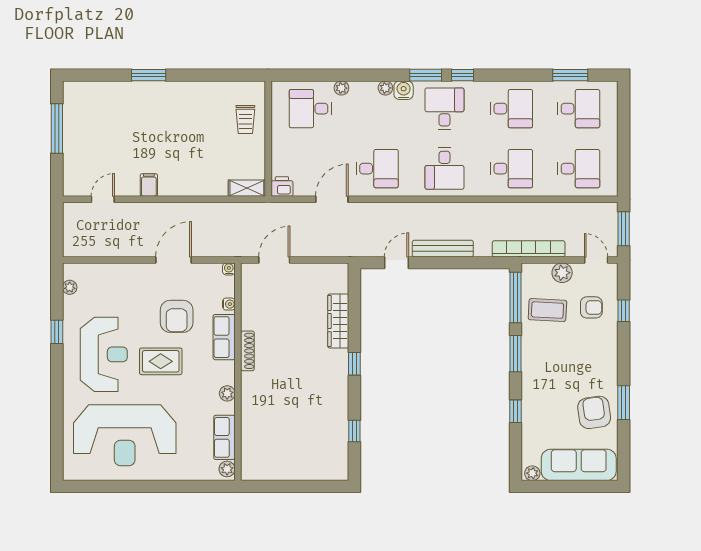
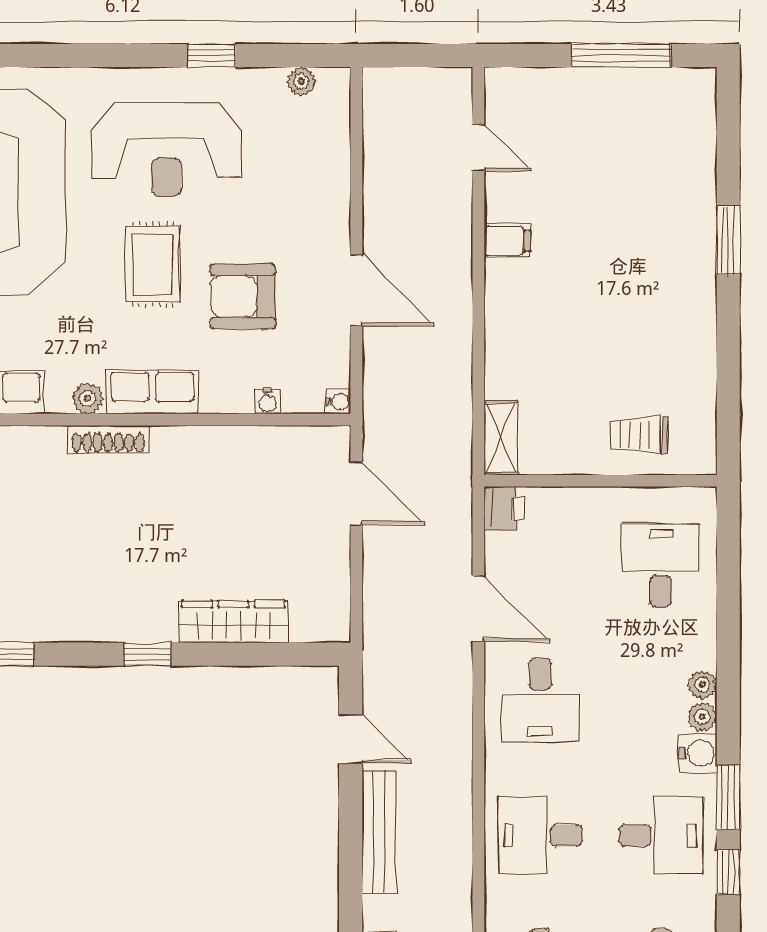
plant: (341, 88) -> (702, 685), moved
row of seats: (224, 337) -> (152, 392), moved
shoe rack: (247, 351) -> (108, 439), moved

